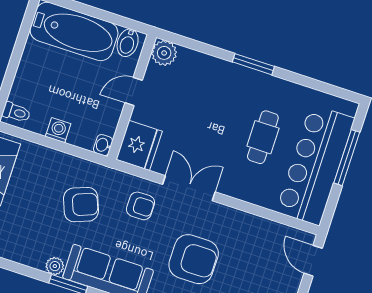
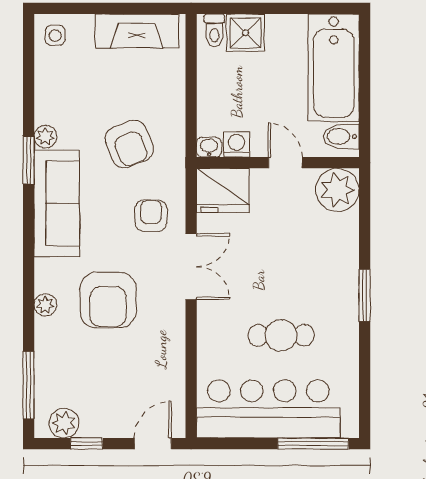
plant: (164, 53) -> (337, 190), width x1.36, depth x1.36
shower: (26, 89) -> (245, 33), added
washing machine: (58, 130) -> (236, 144), moved, turned -90
window: (347, 158) -> (313, 444), moved
armchair: (141, 206) -> (151, 216), turned 180

